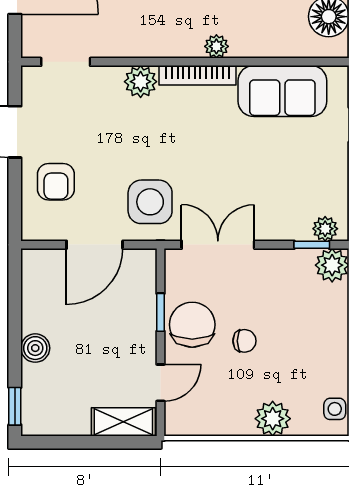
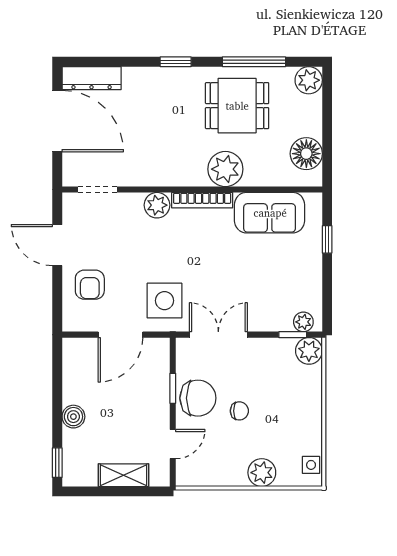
plant: (216, 46) -> (225, 169), width x1.88, depth x1.88
chair: (192, 325) -> (198, 398), turned 90
shelving: (123, 422) -> (123, 475), moved

